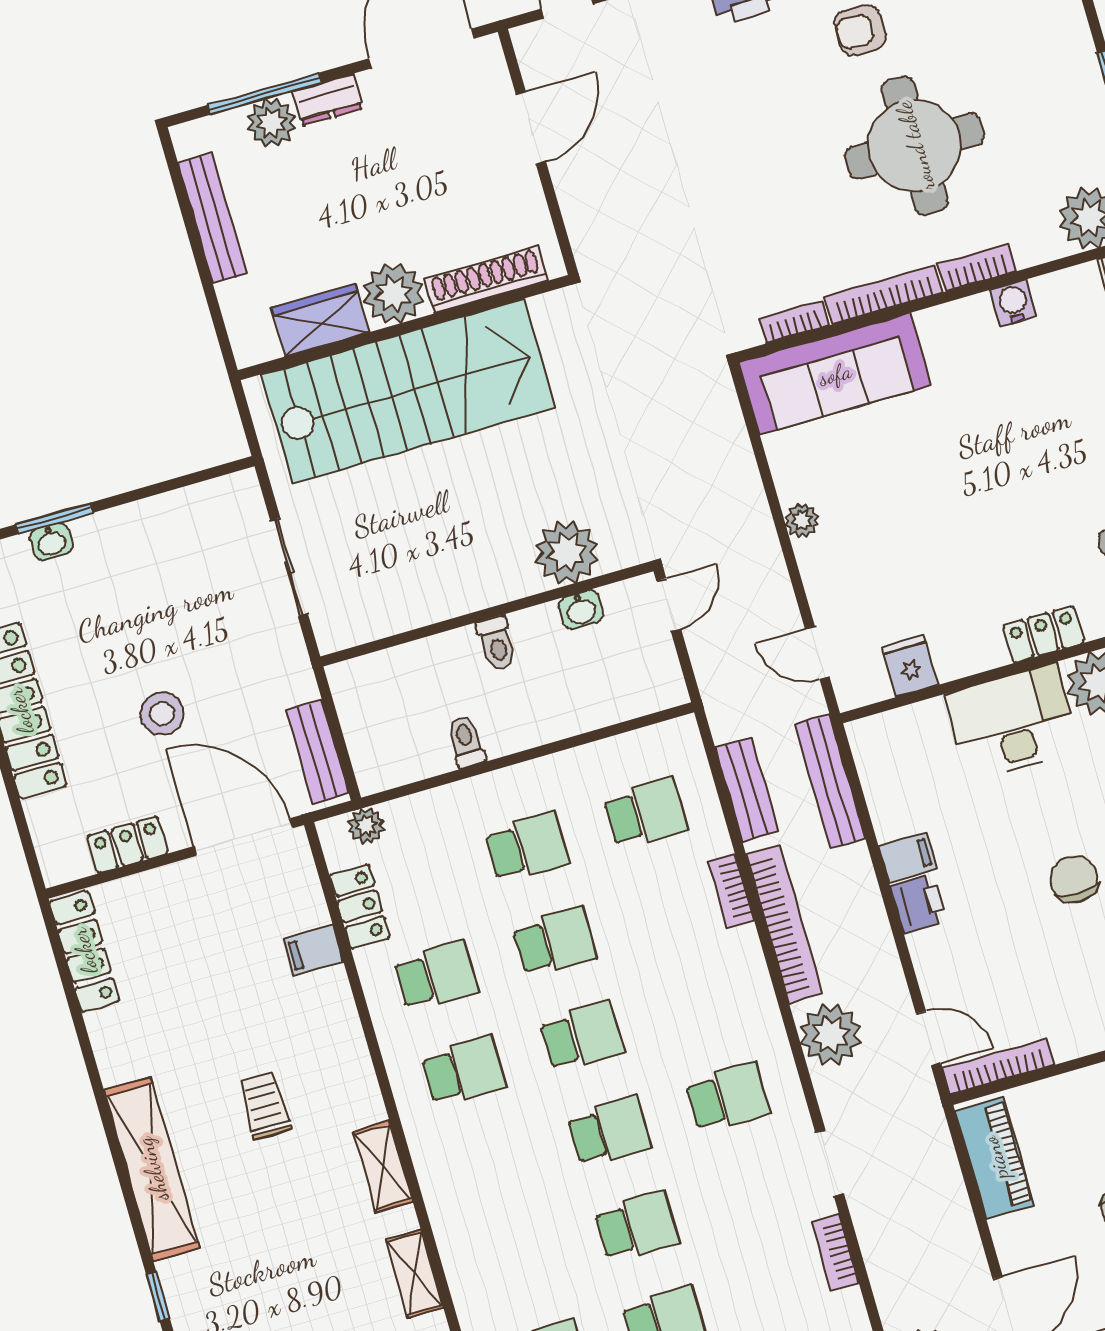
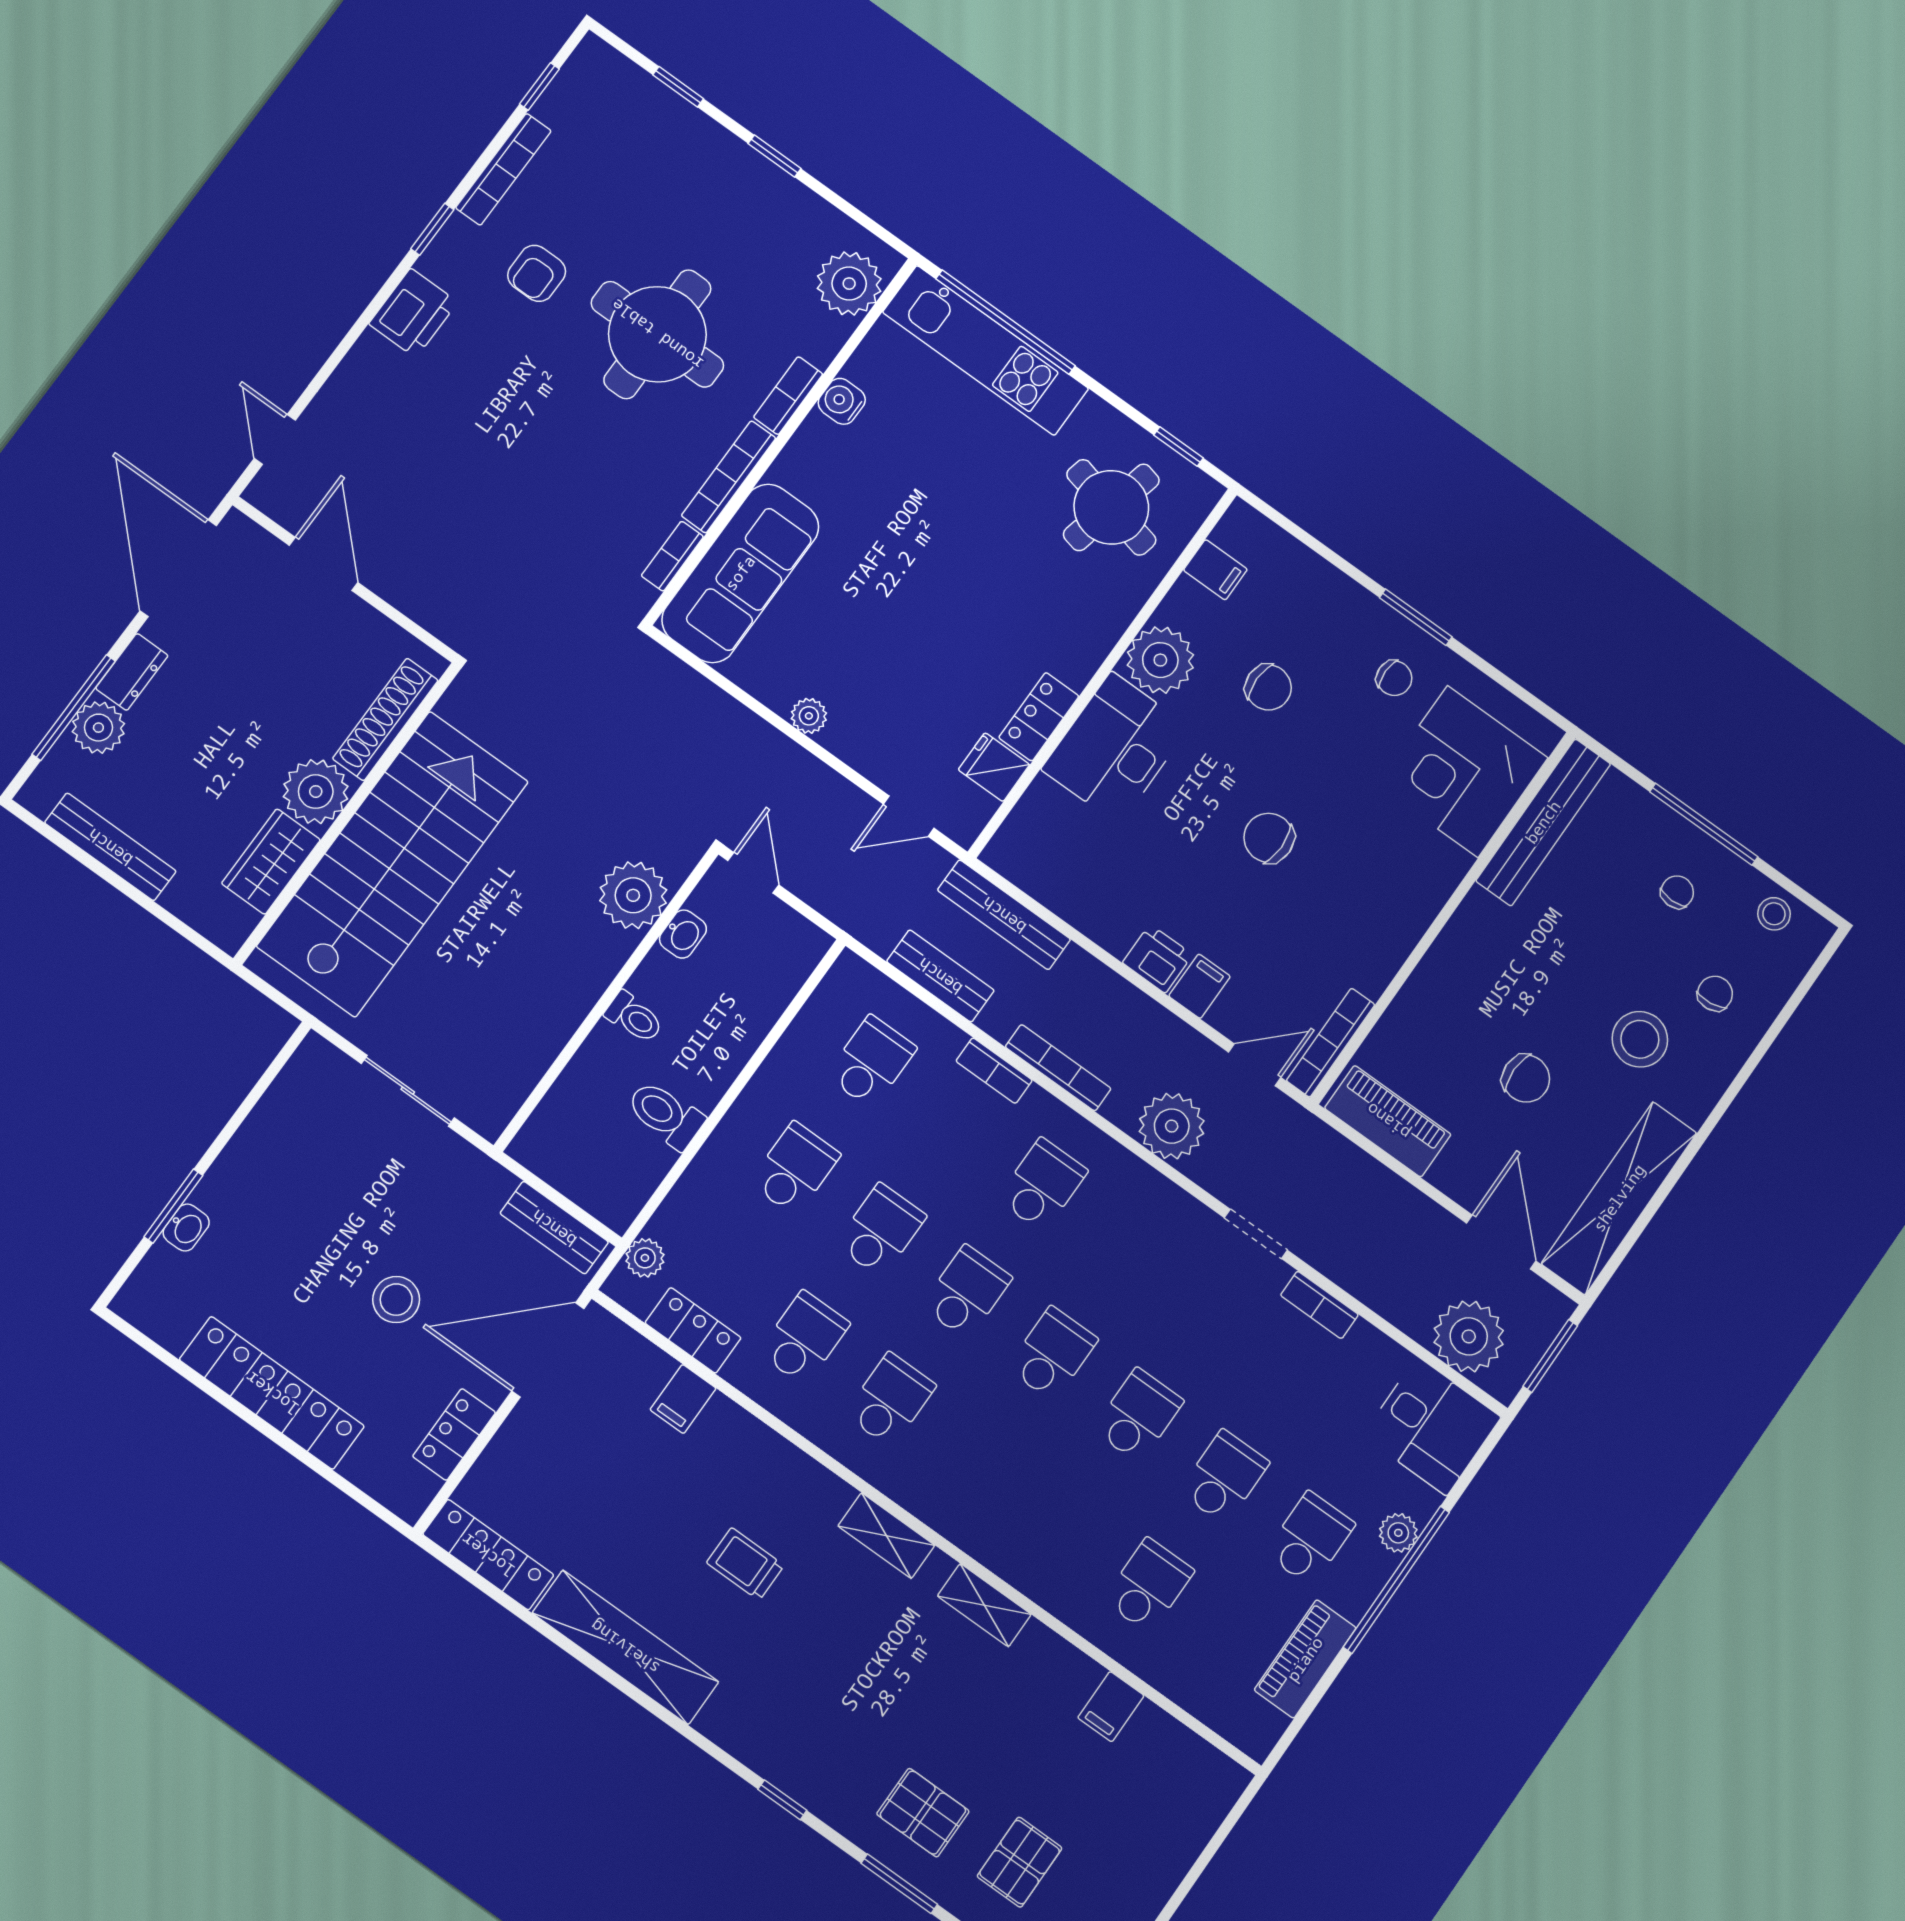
locker: (1043, 634) -> (1039, 717), moved
toilet: (466, 742) -> (665, 1115), width x1.37, depth x1.39
filing cabinet: (908, 857) -> (1200, 986), moved
bookcase: (784, 925) -> (1058, 1068), width x0.68, depth x0.76
school desk: (728, 1097) -> (1042, 1185), moved
shelving: (152, 1169) -> (625, 1647), moved

